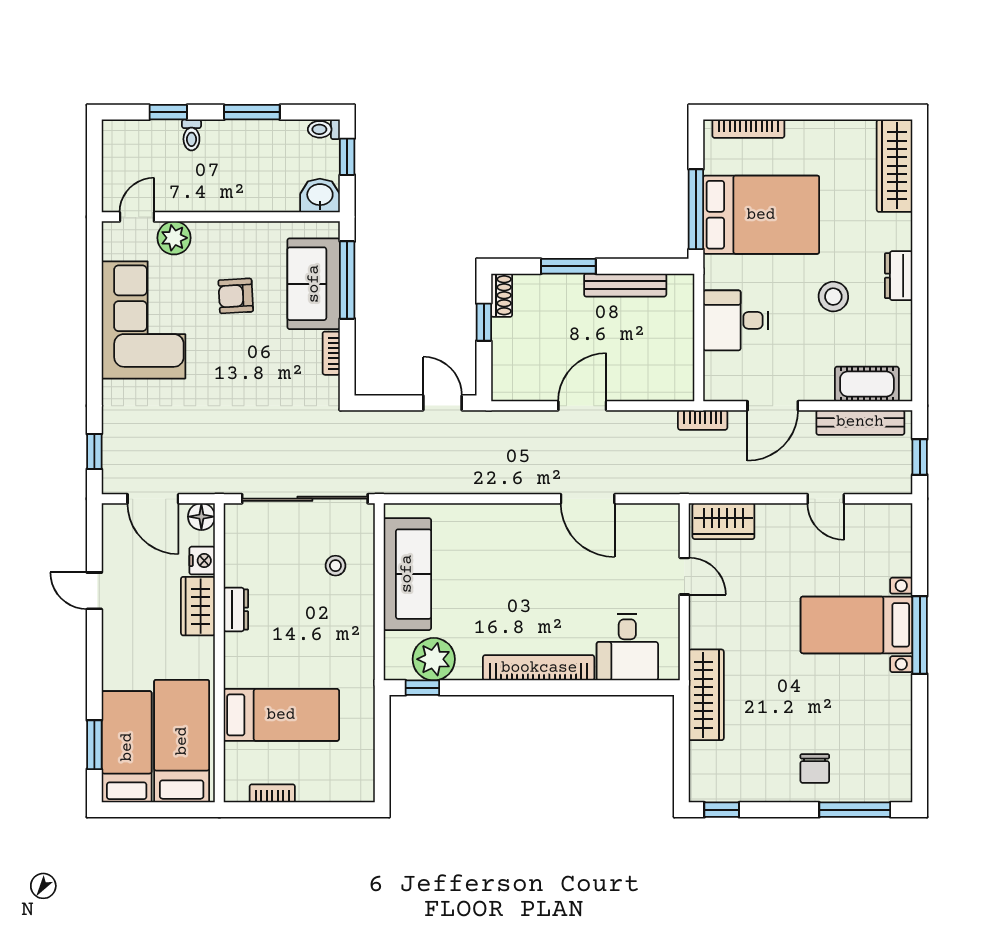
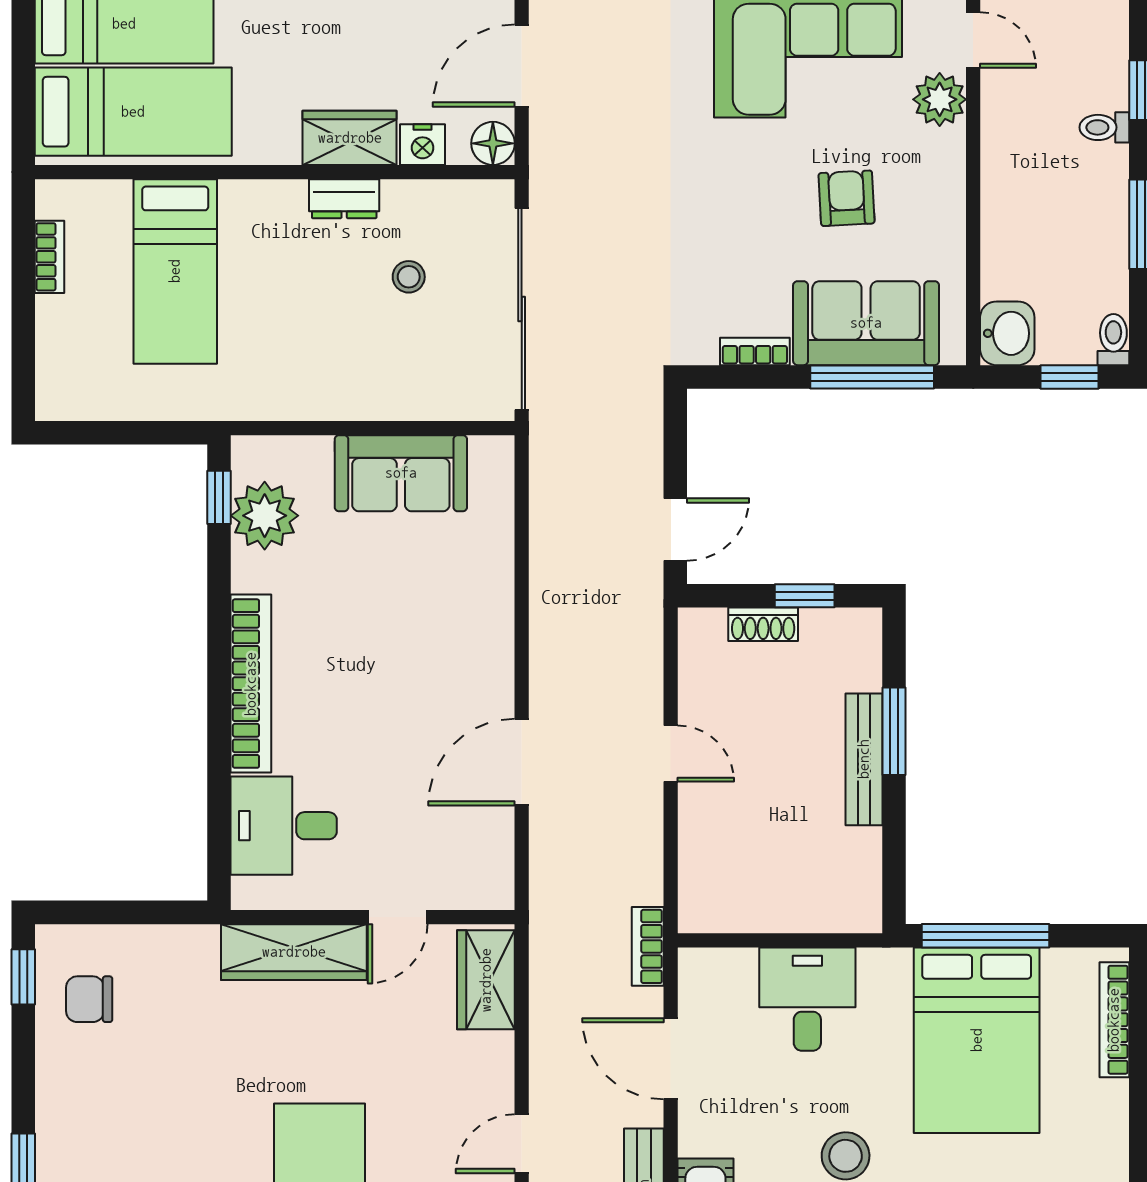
bench: (625, 285) -> (864, 759), moved
shoe rack: (502, 295) -> (763, 624), moved
door: (582, 406) -> (671, 754), width x0.73
stool: (335, 566) -> (409, 277), moved
sofa: (407, 574) -> (401, 473), width x0.73
wardrobe: (706, 695) -> (294, 952), moved
chair: (815, 769) -> (89, 999), moved

